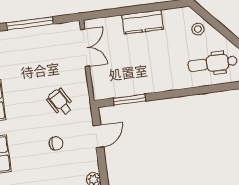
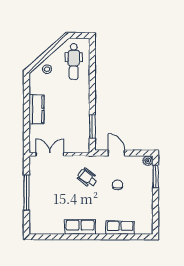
wheelchair: (60, 102) -> (87, 178), turned 68

